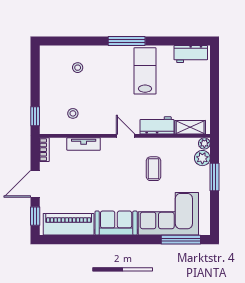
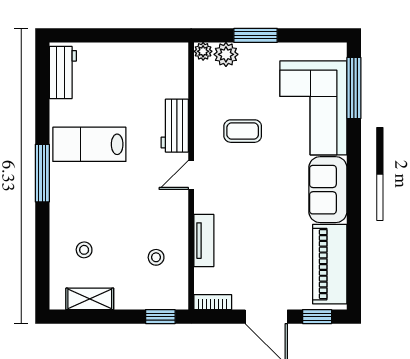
shelving: (190, 127) -> (90, 299), moved, turned 90

